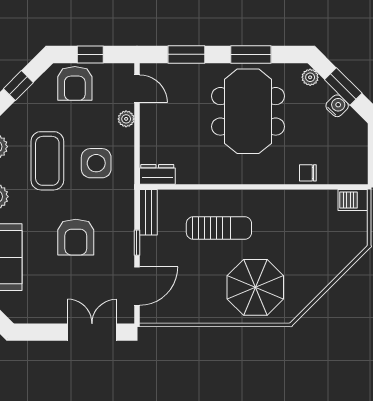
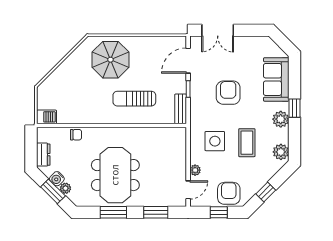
plant: (310, 77) -> (65, 188), moved
door: (137, 89) -> (188, 190), swing flipped
coffee table: (47, 161) -> (247, 143), width x0.73, depth x0.76
dresser: (157, 174) -> (43, 155), moved, turned -90

